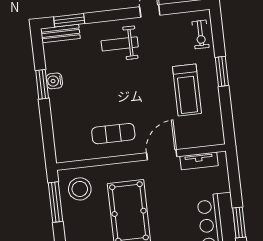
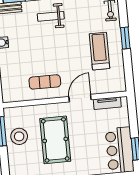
treadmill: (187, 90) -> (99, 51), turned 180
stool: (80, 189) -> (19, 136), moved

